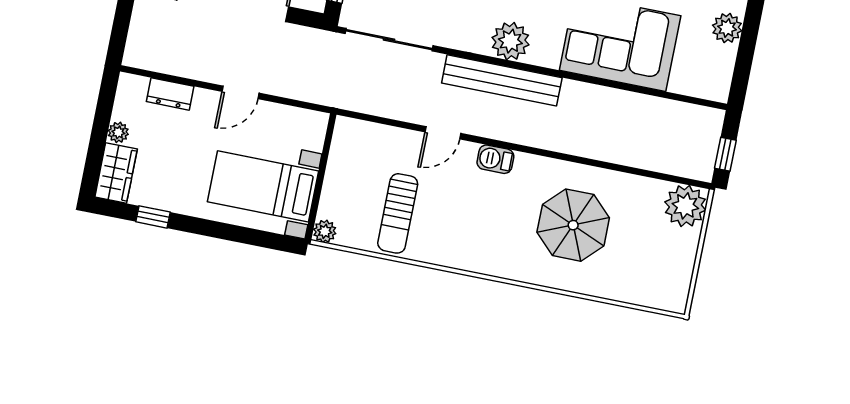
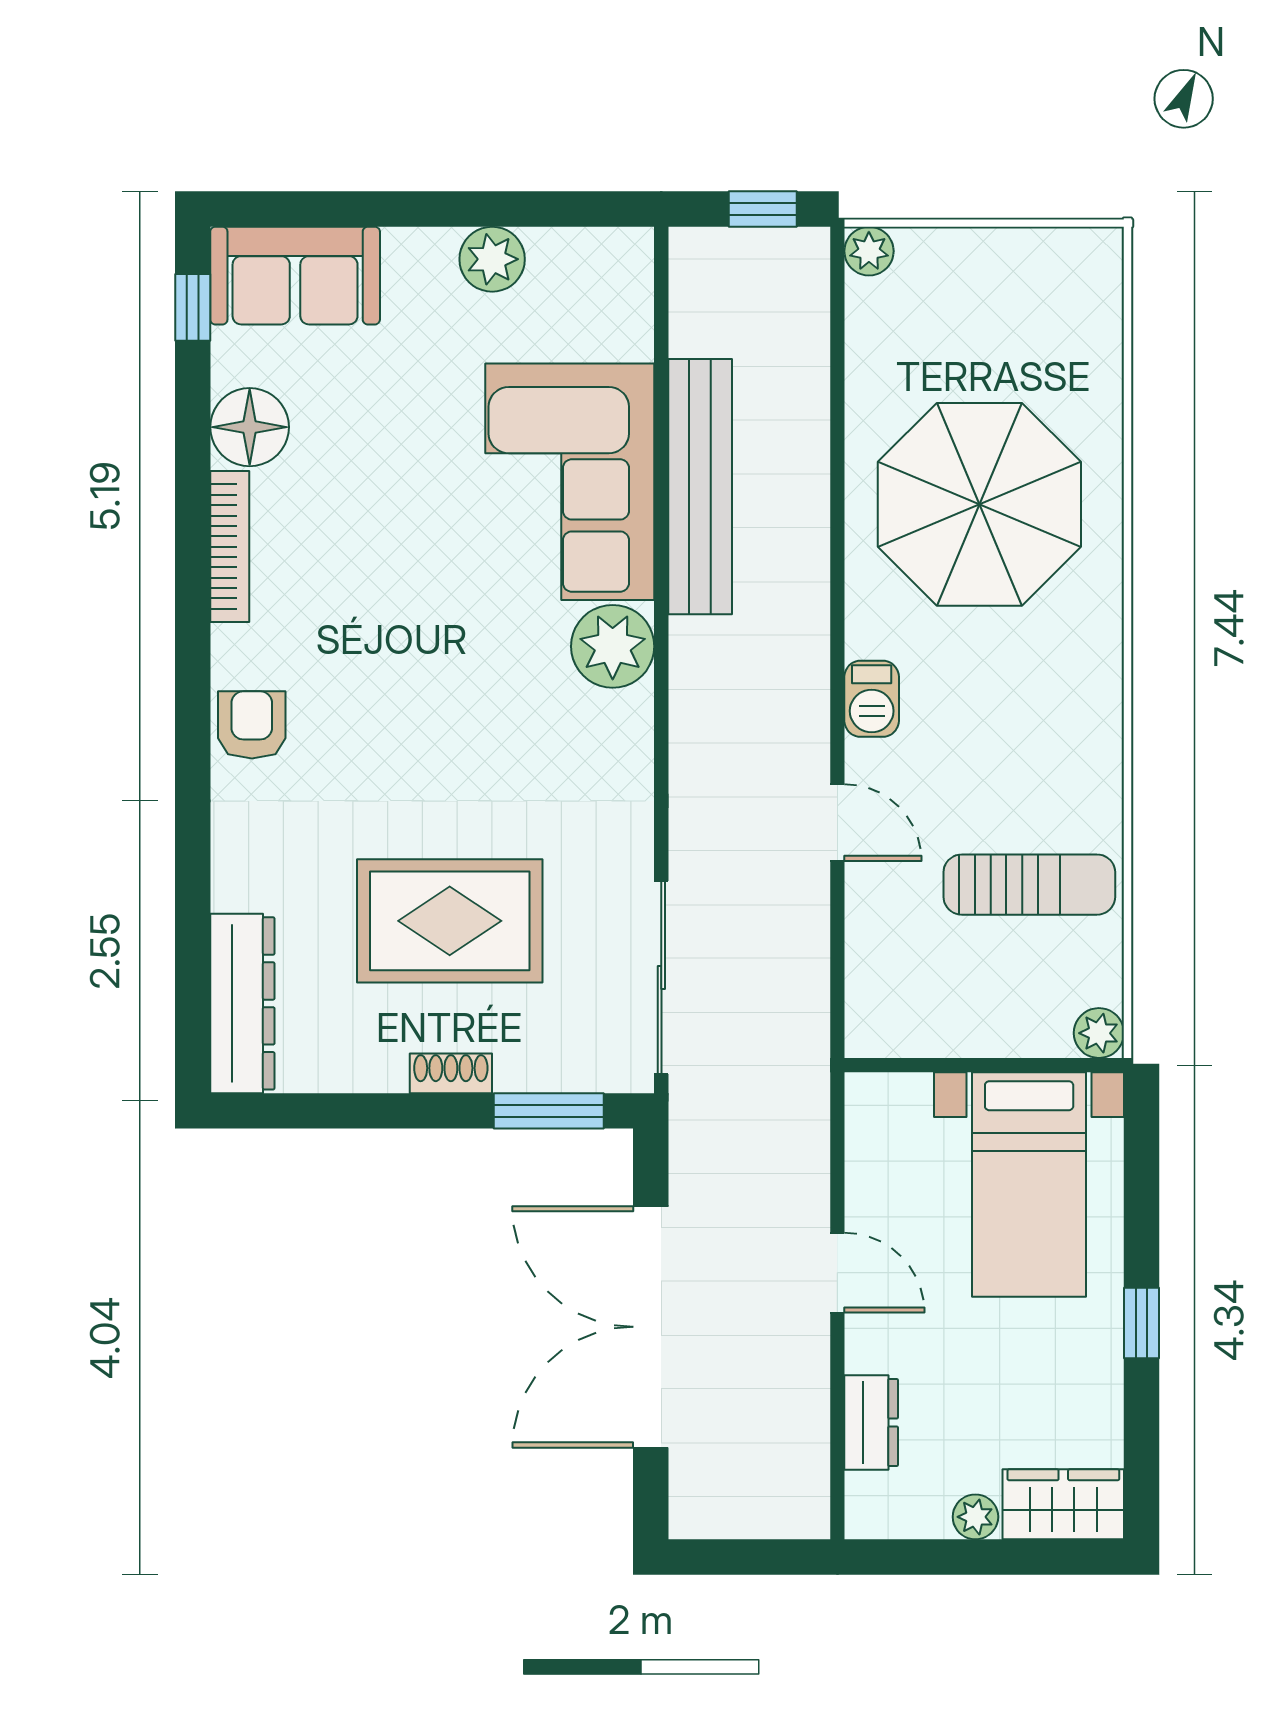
plant: (510, 41) -> (613, 646), moved
bench: (502, 80) -> (700, 487), moved
plant: (685, 206) -> (869, 251), width x0.53, depth x0.53
window: (153, 217) -> (1142, 1323), moved
parasol: (573, 225) -> (979, 504), width x1.36, depth x1.36

